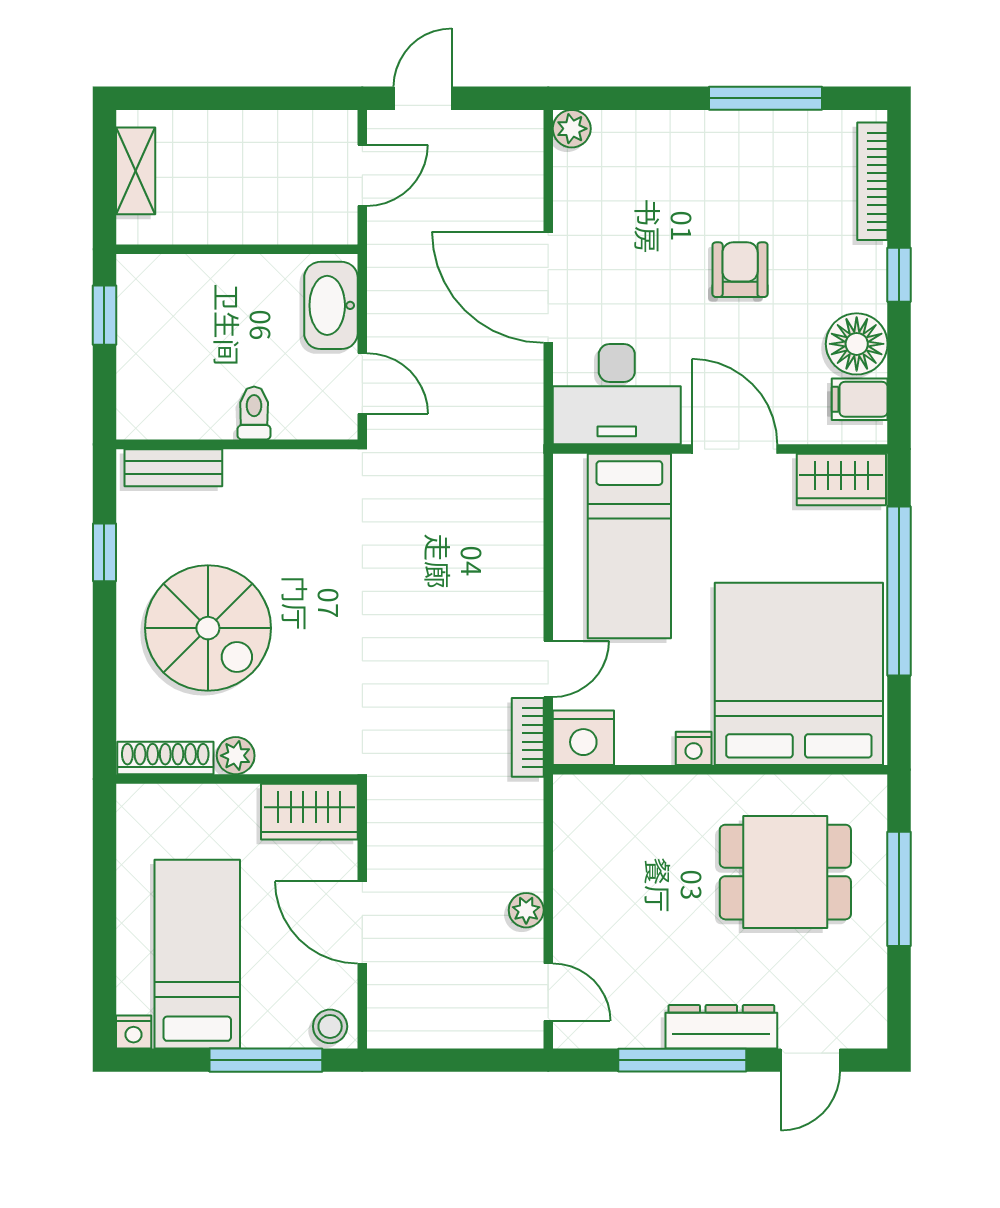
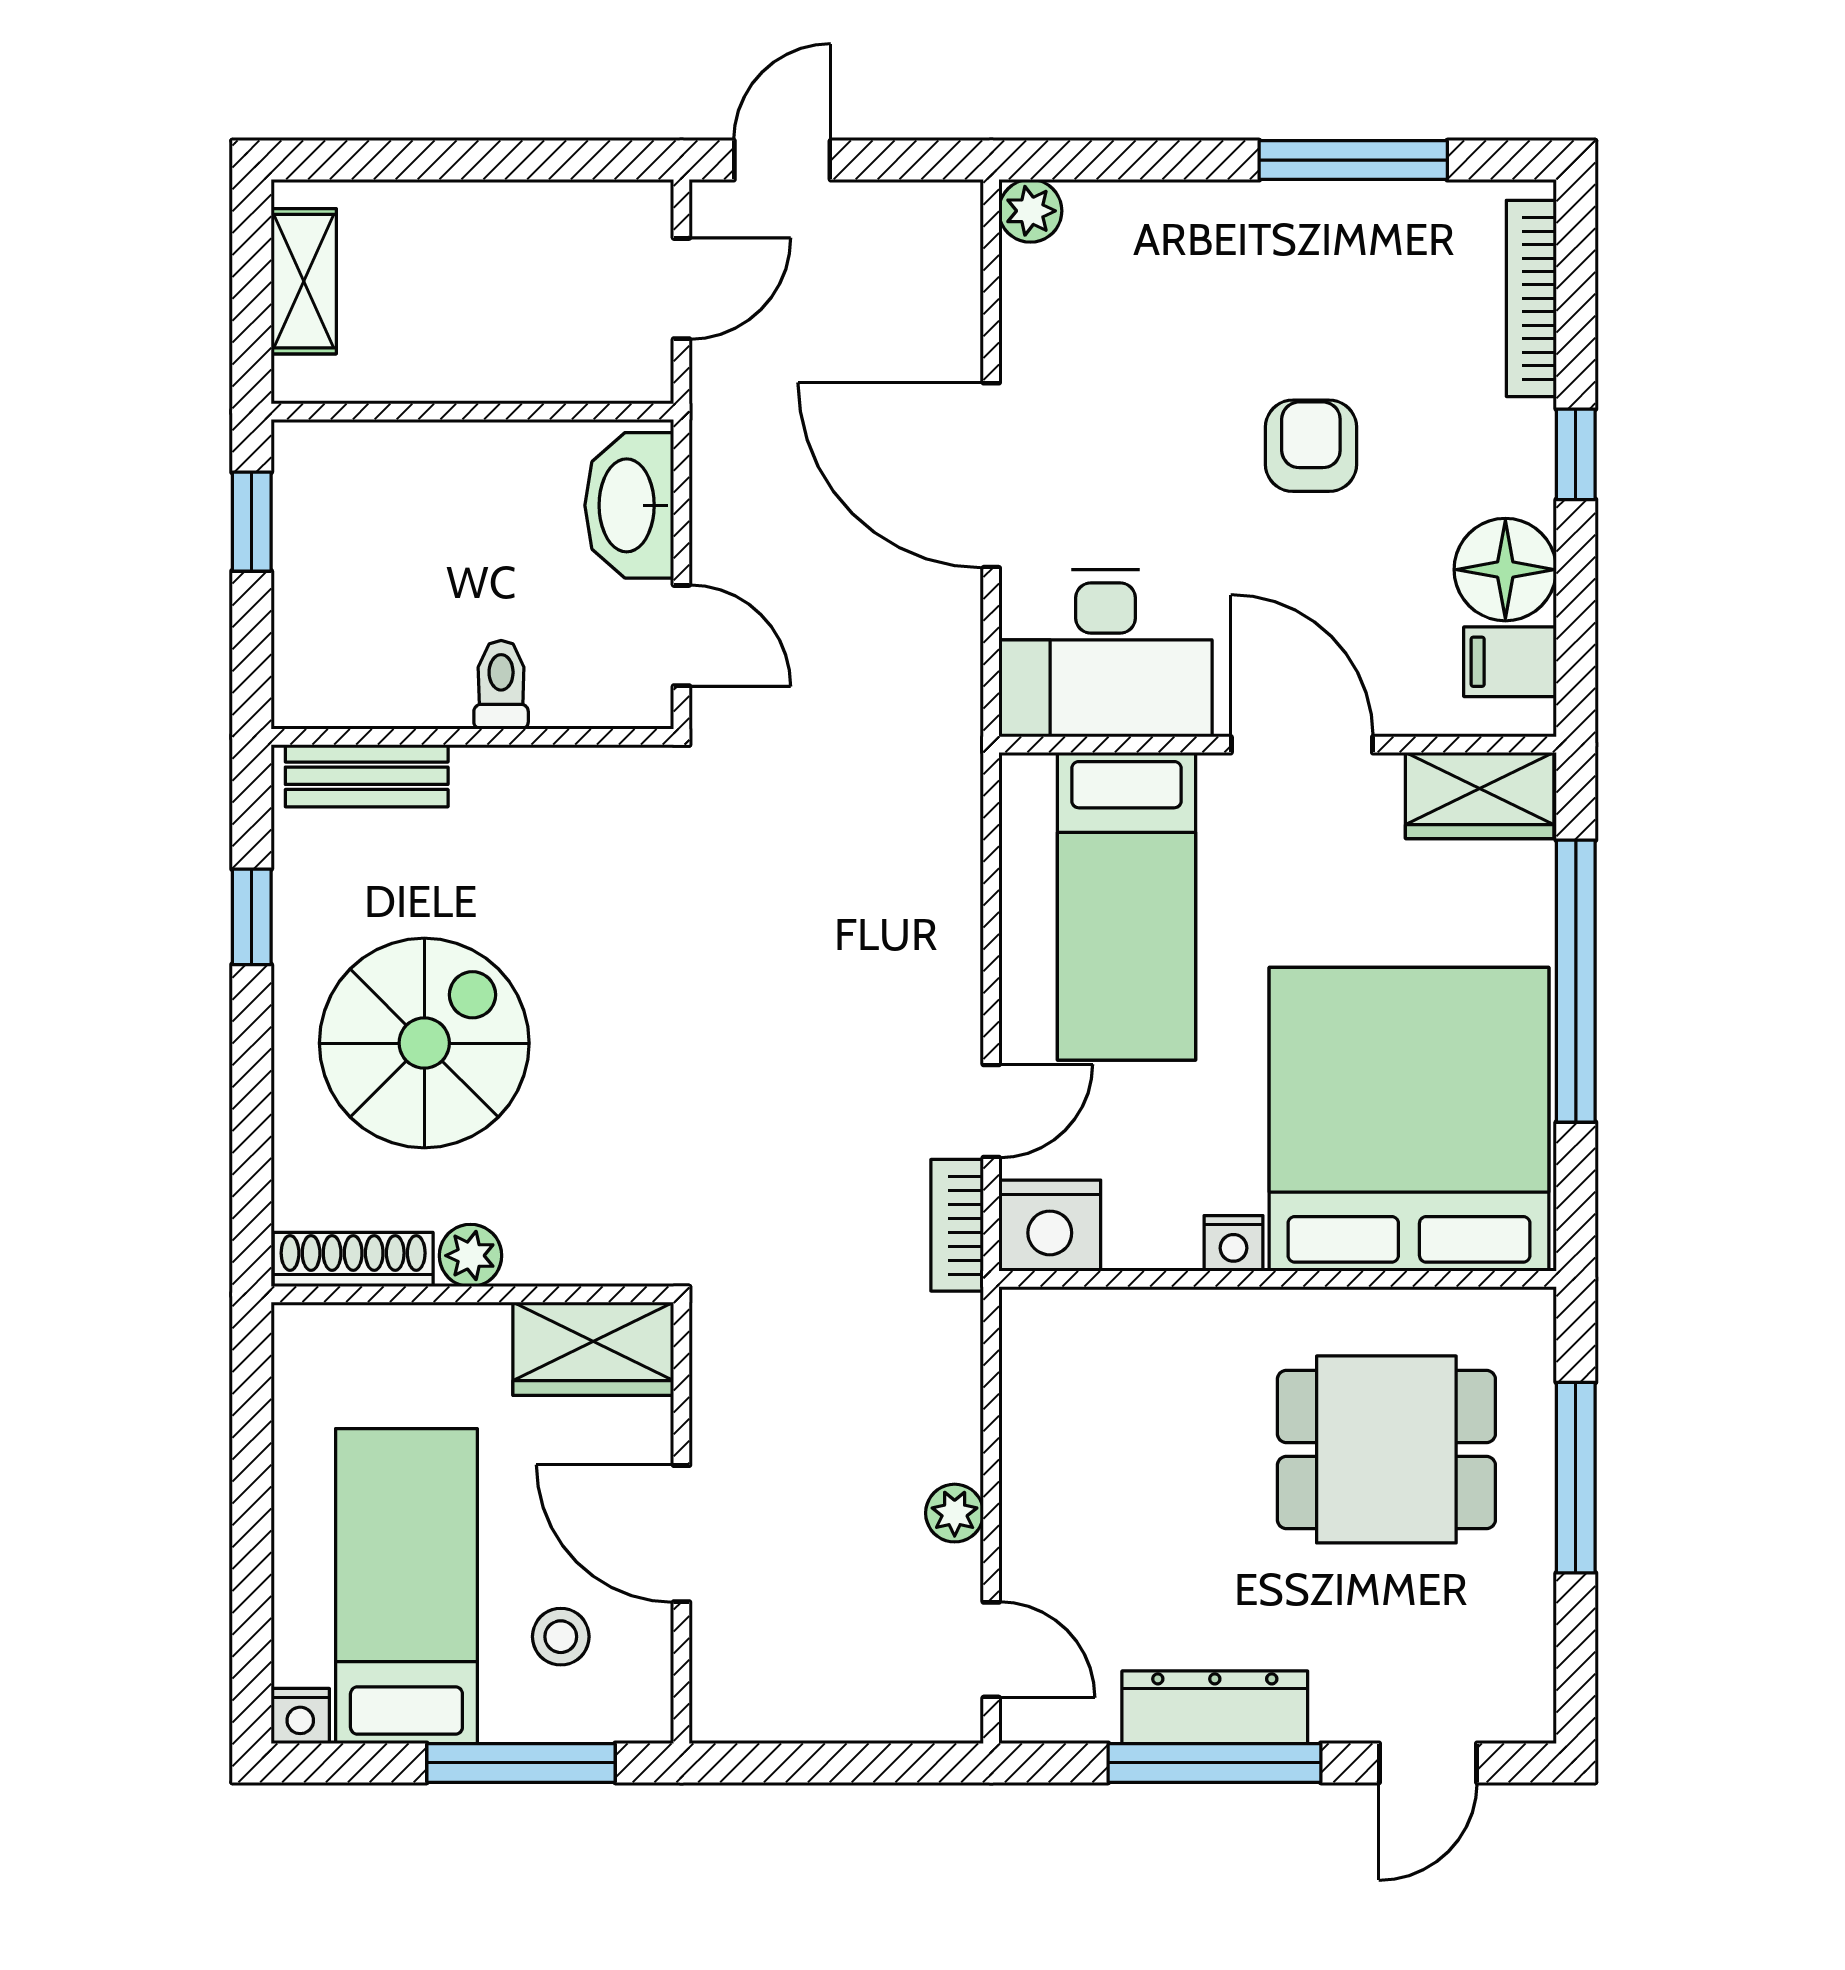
spiral stairs: (208, 628) -> (424, 1043), turned -90
stool: (330, 1026) -> (561, 1637), moved
dresser: (721, 1027) -> (1215, 1707), moved

